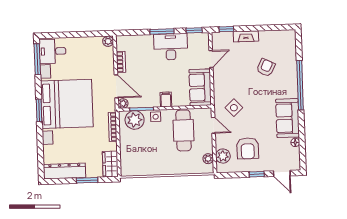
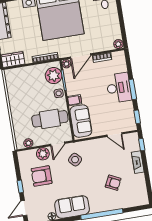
desk: (171, 47) -> (119, 88), moved
sofa: (200, 87) -> (81, 121), moved, turned 90
plant: (223, 156) -> (43, 154), moved

